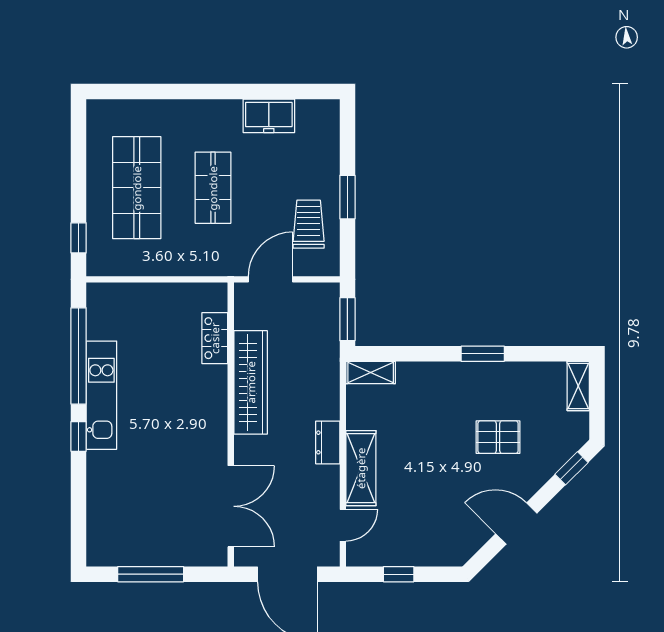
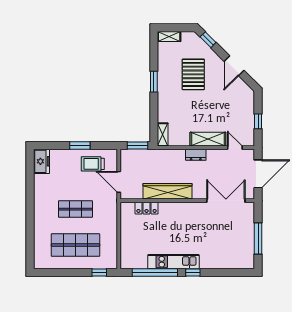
freezer: (269, 116) -> (42, 161), moved
pallet: (498, 437) -> (193, 74), width x1.50, depth x1.42

